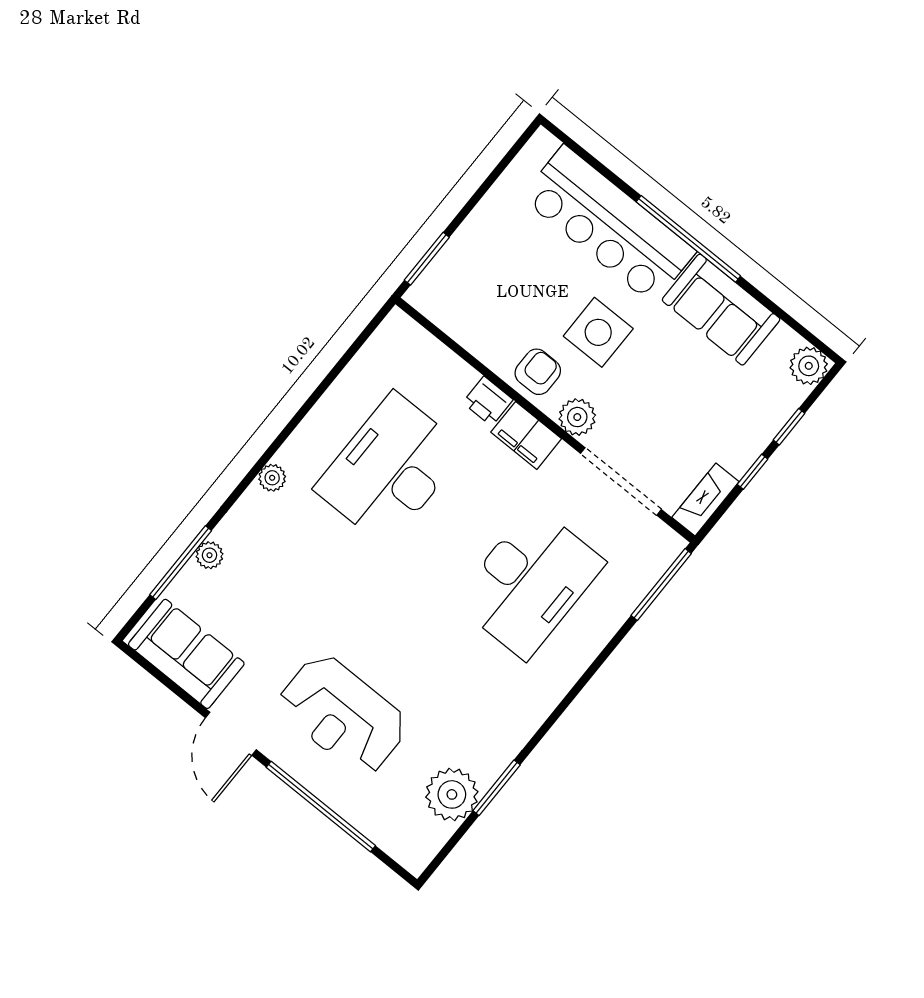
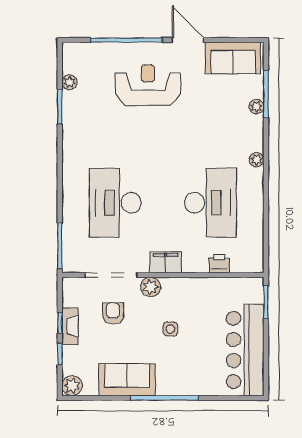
bar counter: (608, 224) -> (245, 350), moved, turned -90
side table: (598, 332) -> (170, 329), width x0.54, depth x0.54
armchair: (538, 372) -> (113, 313), moved, turned 180
printer: (488, 401) -> (219, 264), moved
fireplace: (705, 499) -> (70, 326), moved
plant: (452, 794) -> (70, 82), width x0.53, depth x0.53

